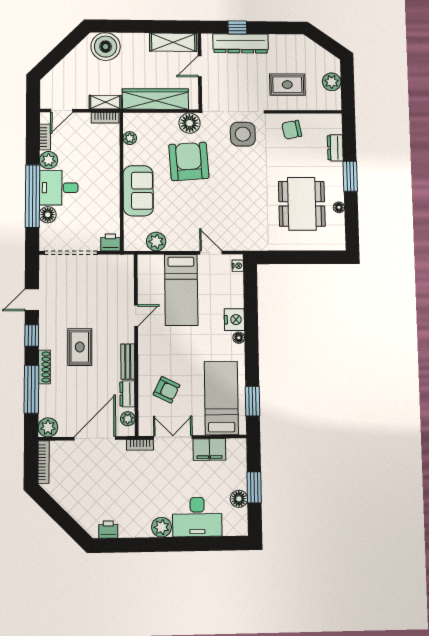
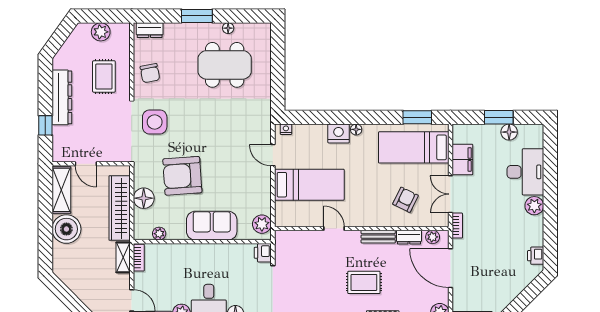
dresser: (241, 43) -> (62, 97), moved
boiler: (106, 47) -> (66, 229), moved
floor lamp: (190, 123) -> (144, 198), moved
dresser: (335, 148) -> (150, 30), moved
plant: (156, 242) -> (262, 224), moved
door: (211, 253) -> (273, 155), hinge flipped

